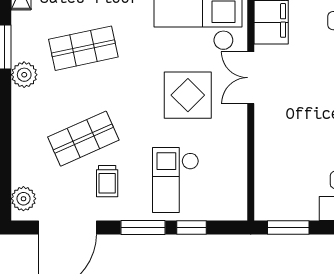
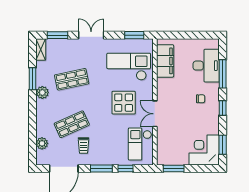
double door: (251, 78) -> (155, 114), moved
checkout: (176, 180) -> (140, 144), moved
plant: (23, 199) -> (42, 143), moved

